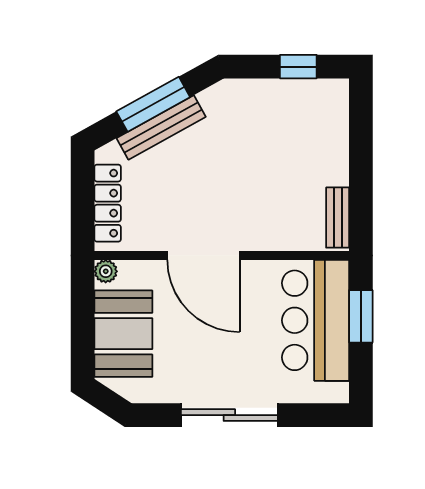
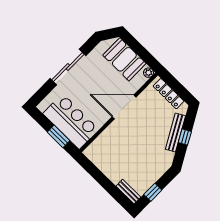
window: (153, 104) -> (185, 137), width x0.46
bench: (338, 218) -> (128, 192), moved

